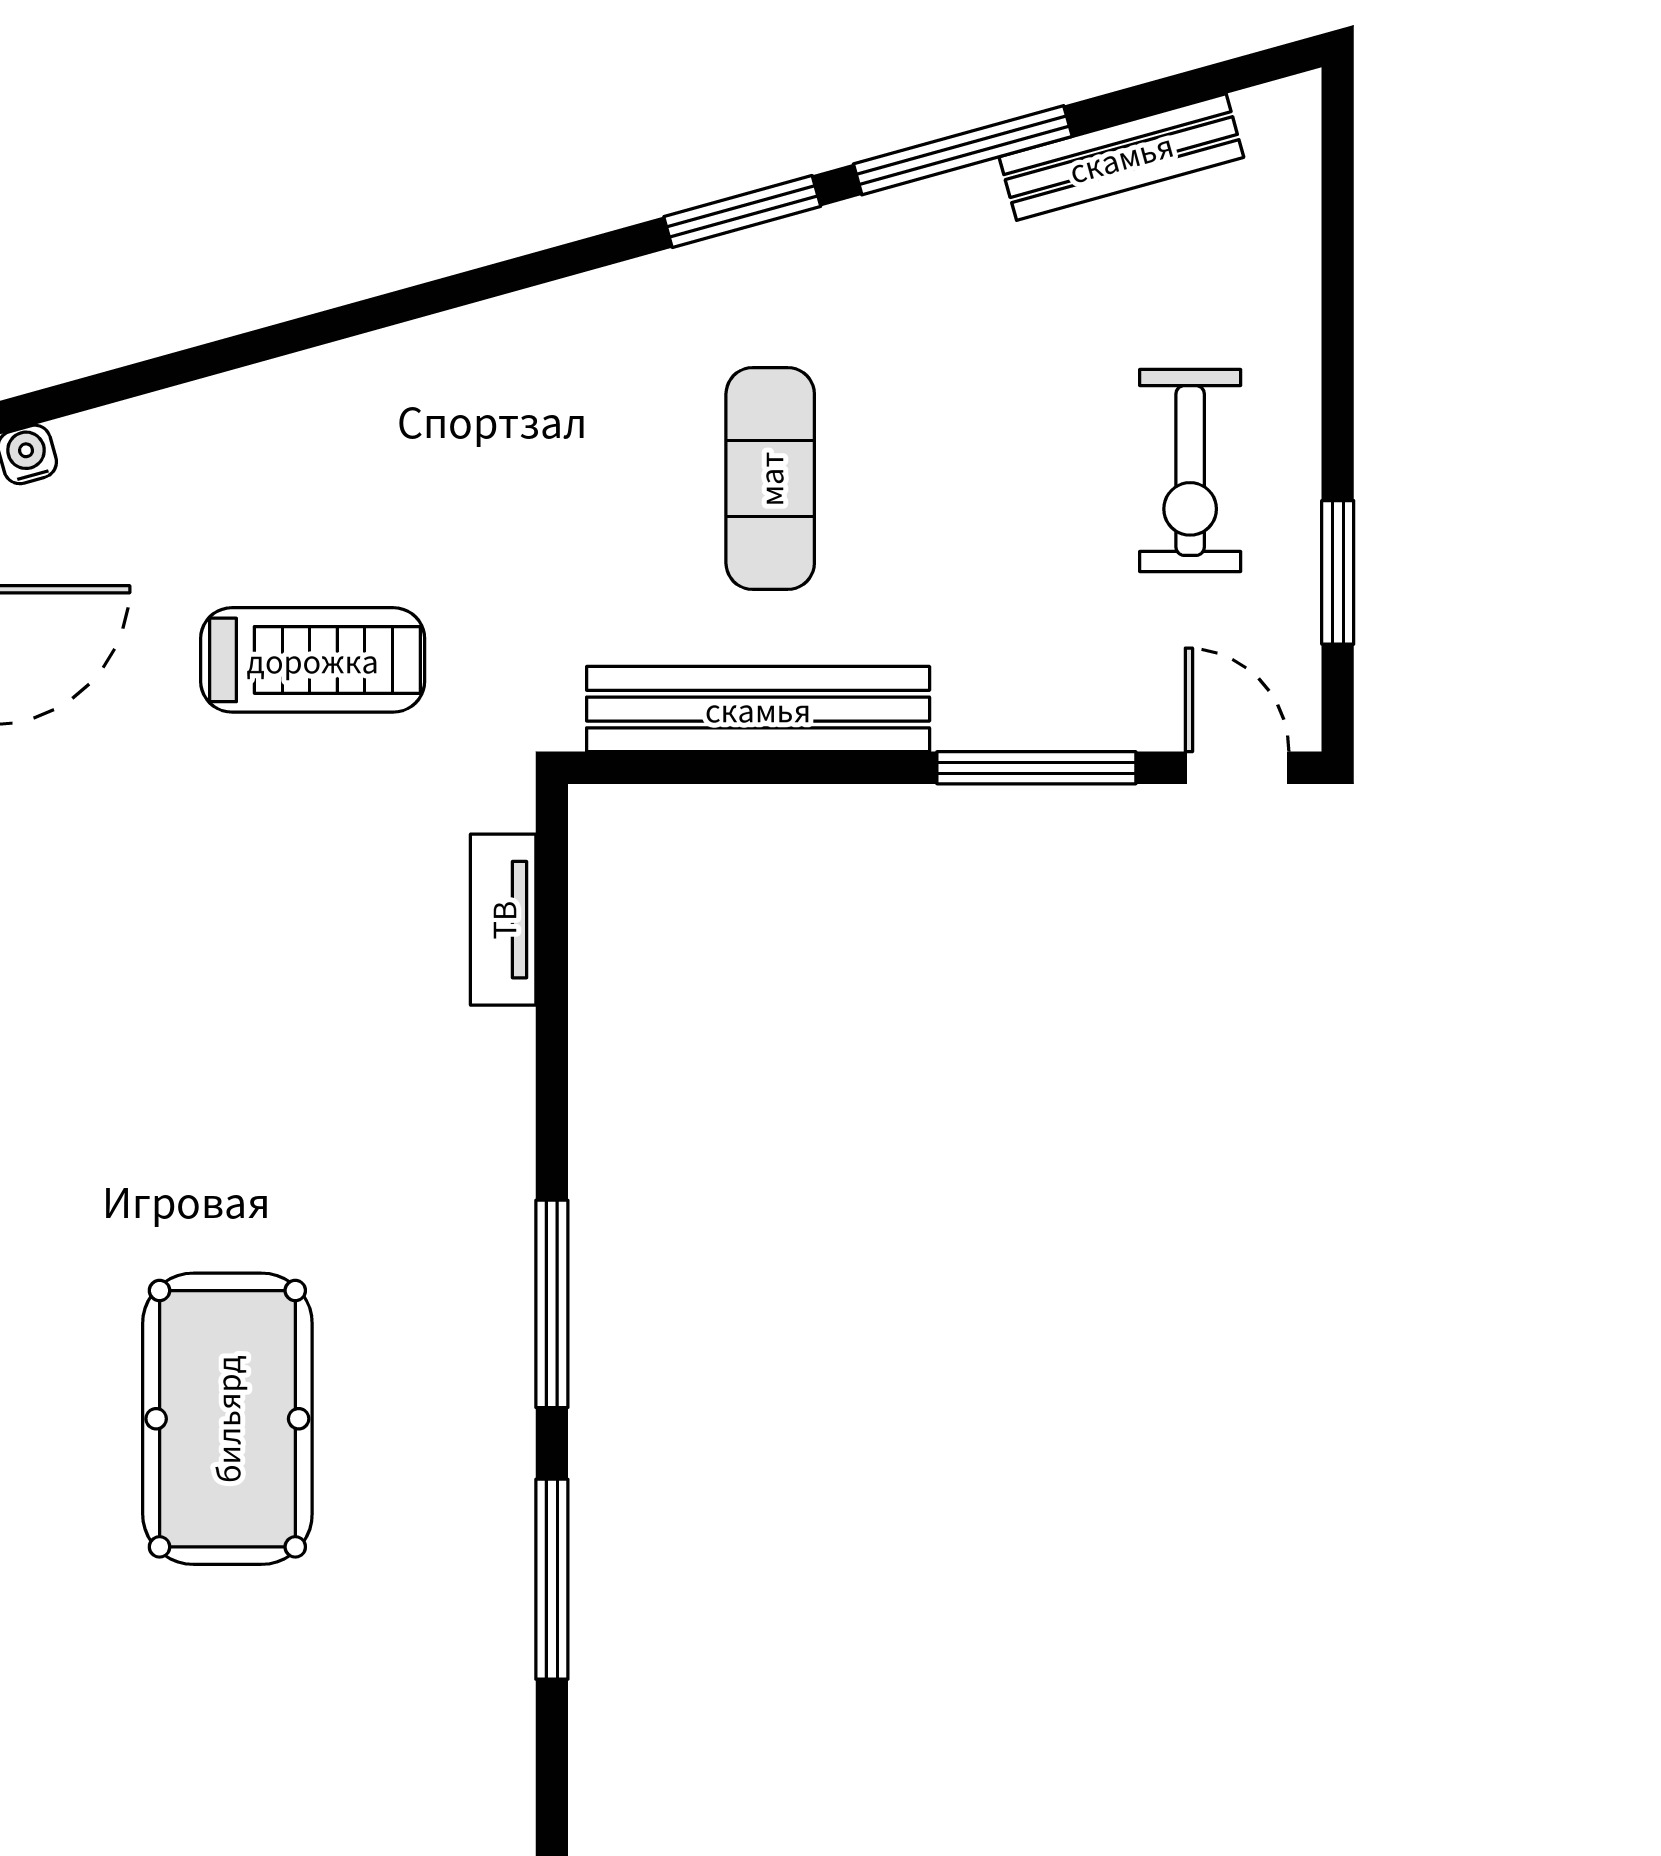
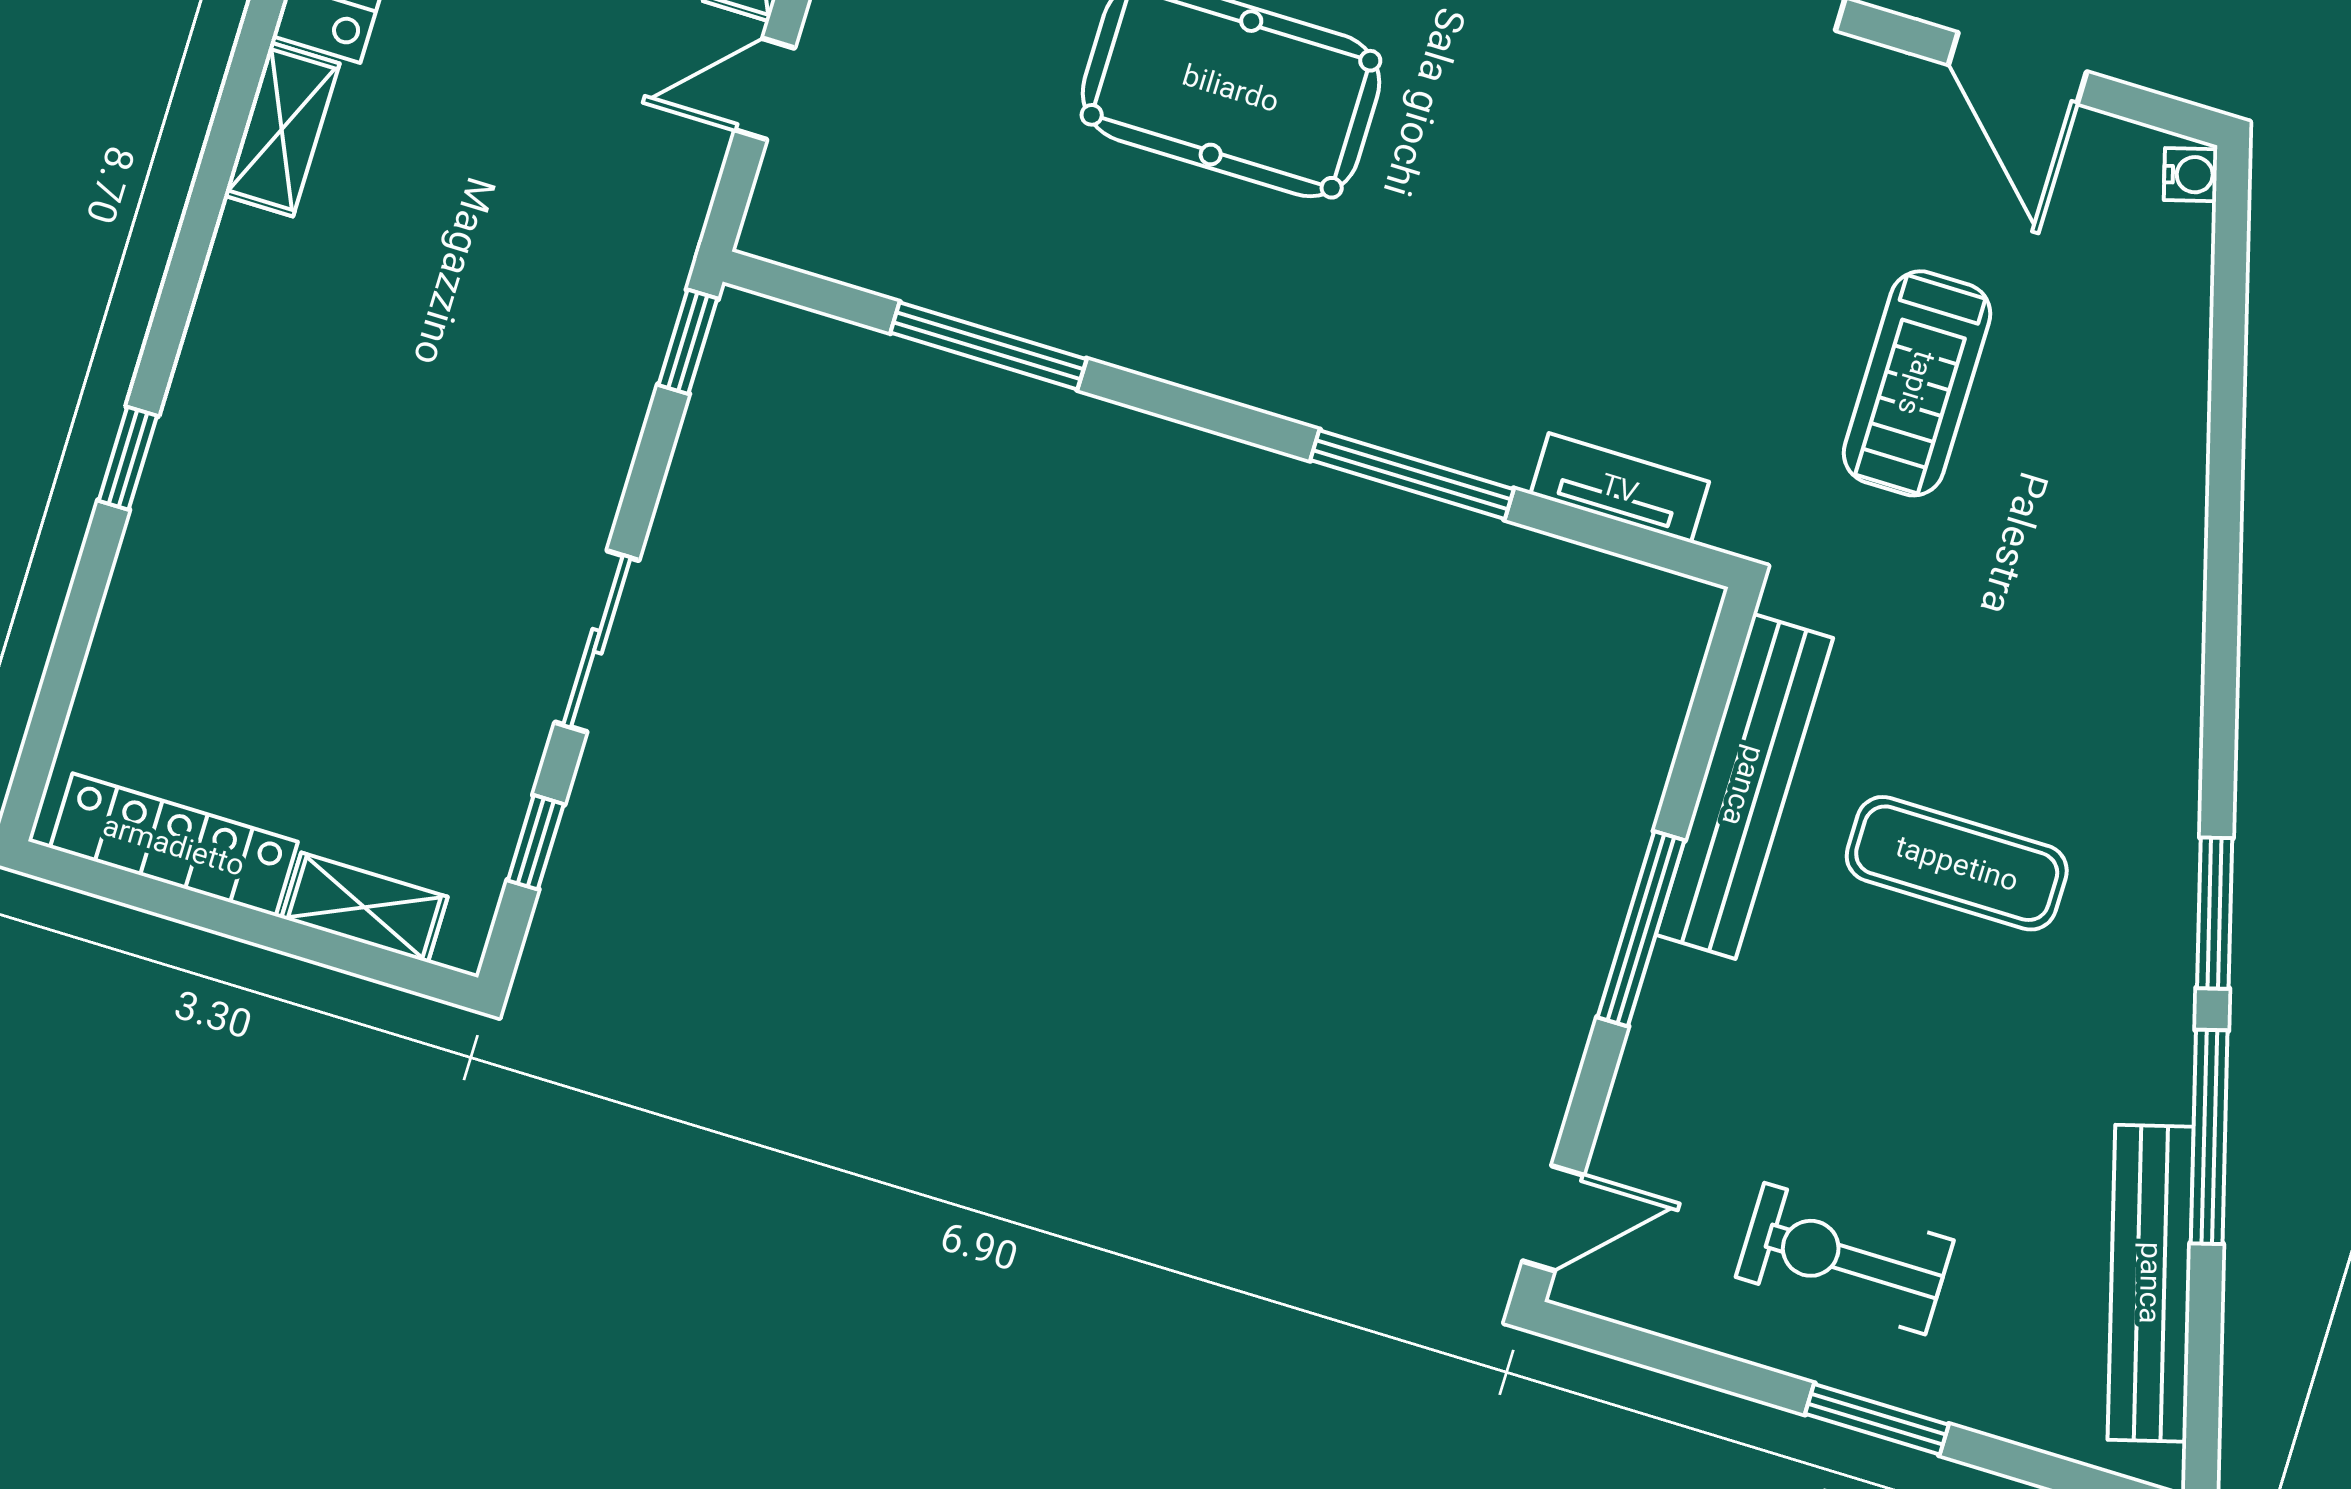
bench: (1121, 157) -> (2151, 1283), width x1.37, depth x1.21
window: (1338, 572) -> (1877, 1419), moved
window: (1036, 768) -> (1641, 929), moved
window: (552, 1304) -> (1412, 475), moved

